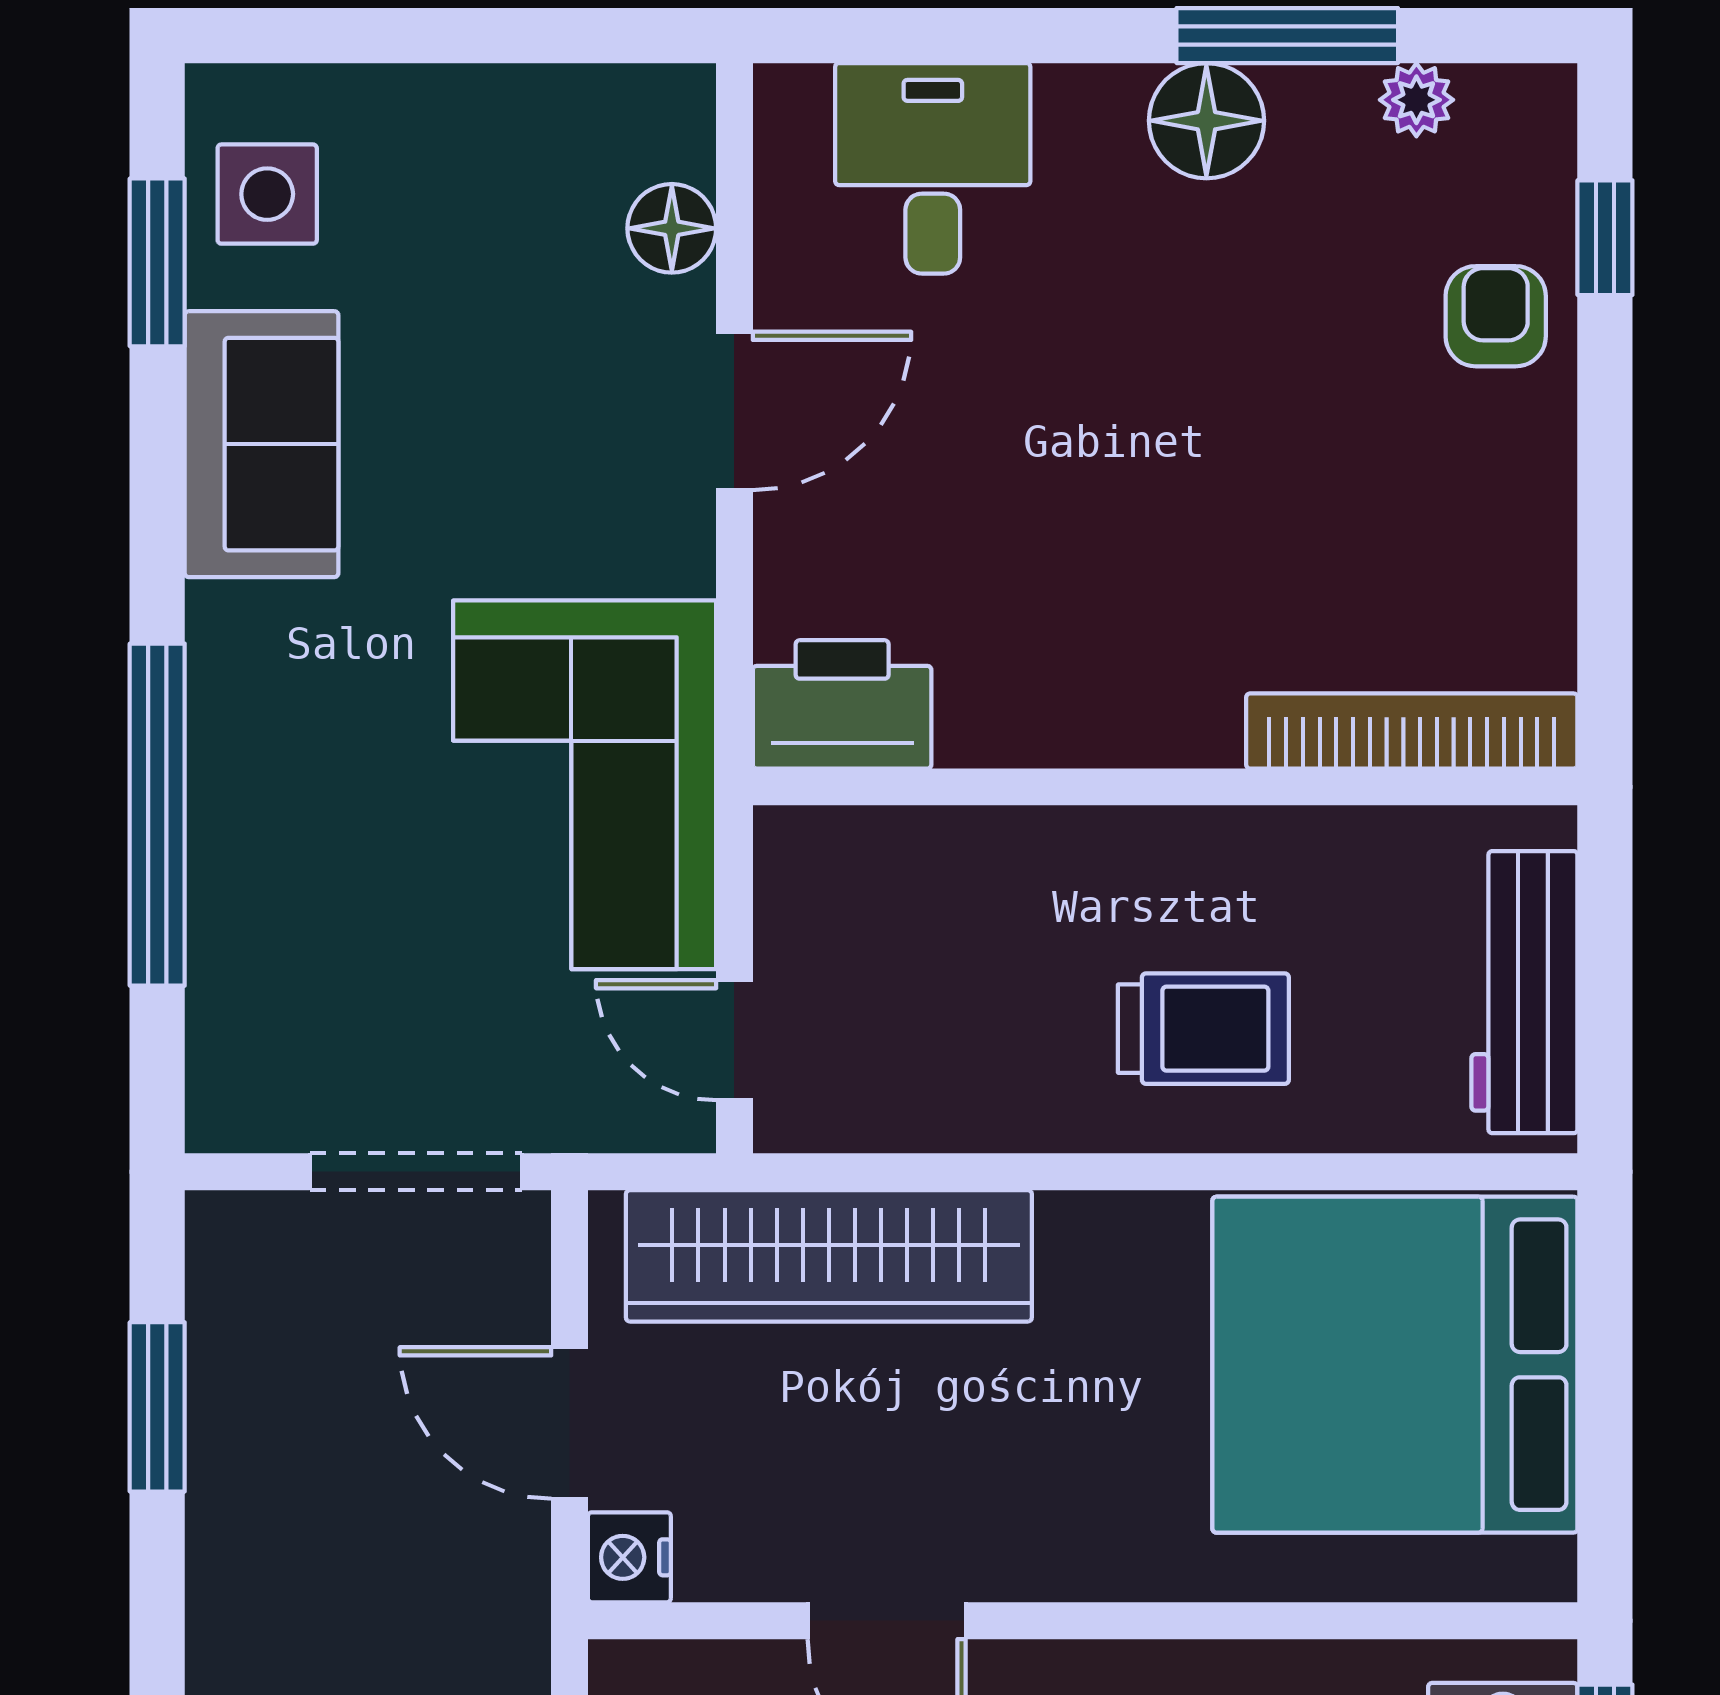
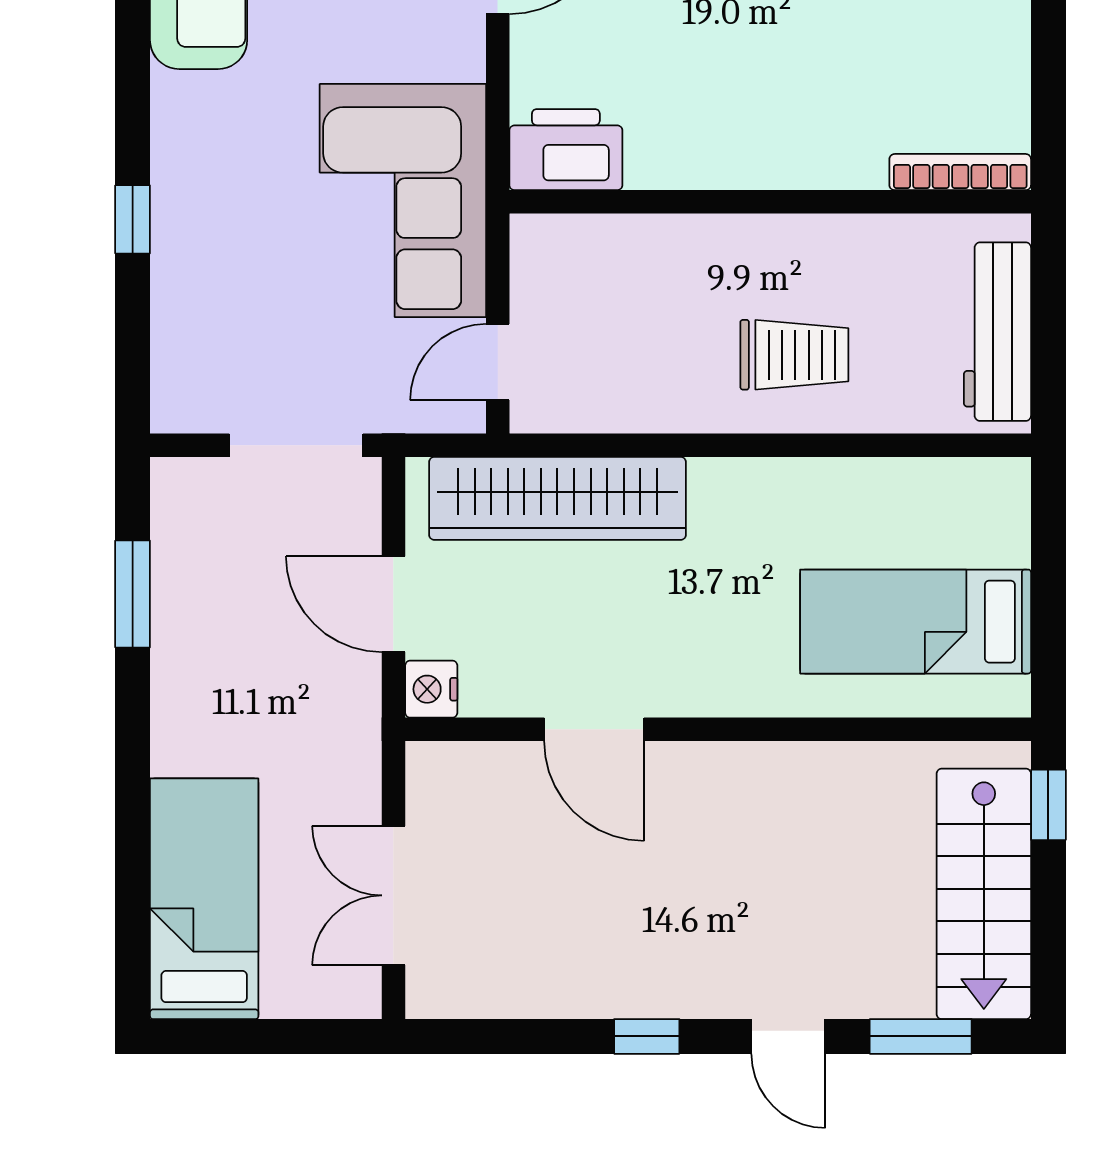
bookcase: (1412, 731) -> (960, 172), width x0.68, depth x0.76
window: (157, 815) -> (133, 219), width x0.32
door: (734, 1040) -> (498, 362), hinge flipped
bed: (1395, 1365) -> (916, 622), width x0.49

